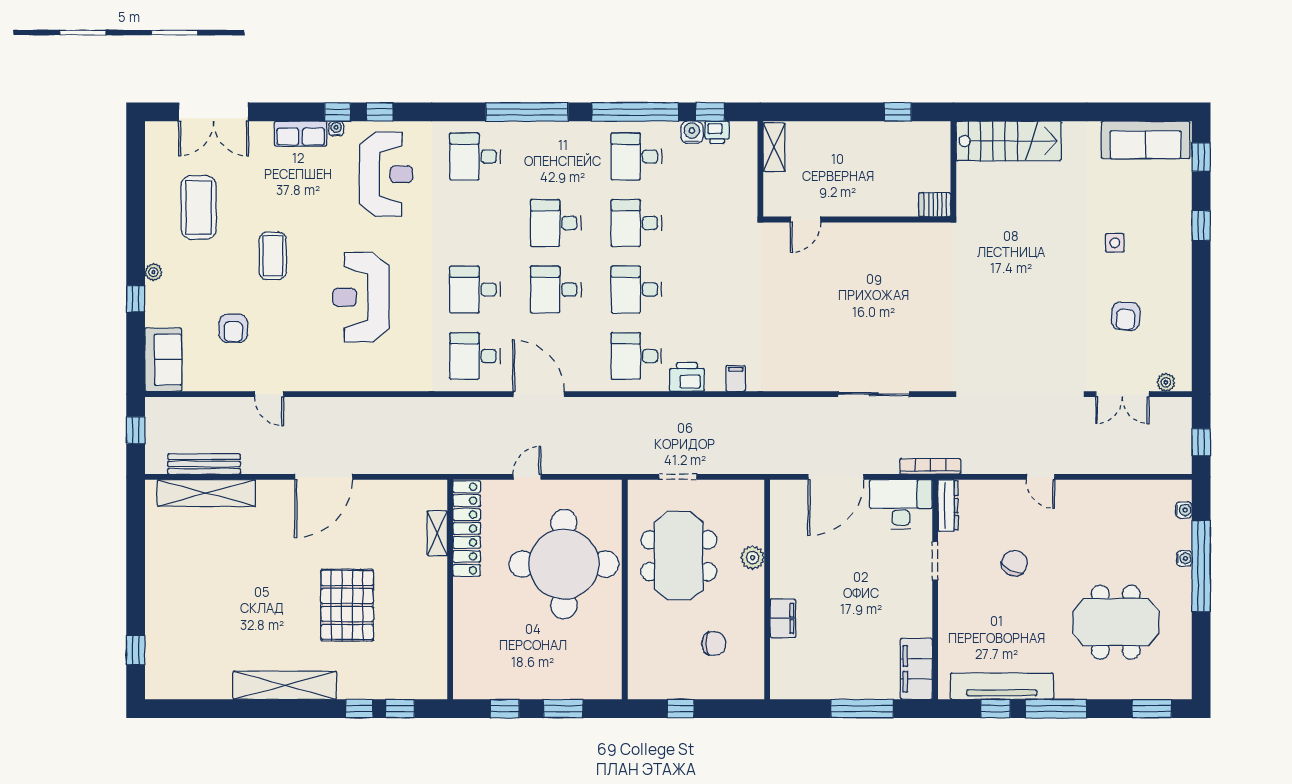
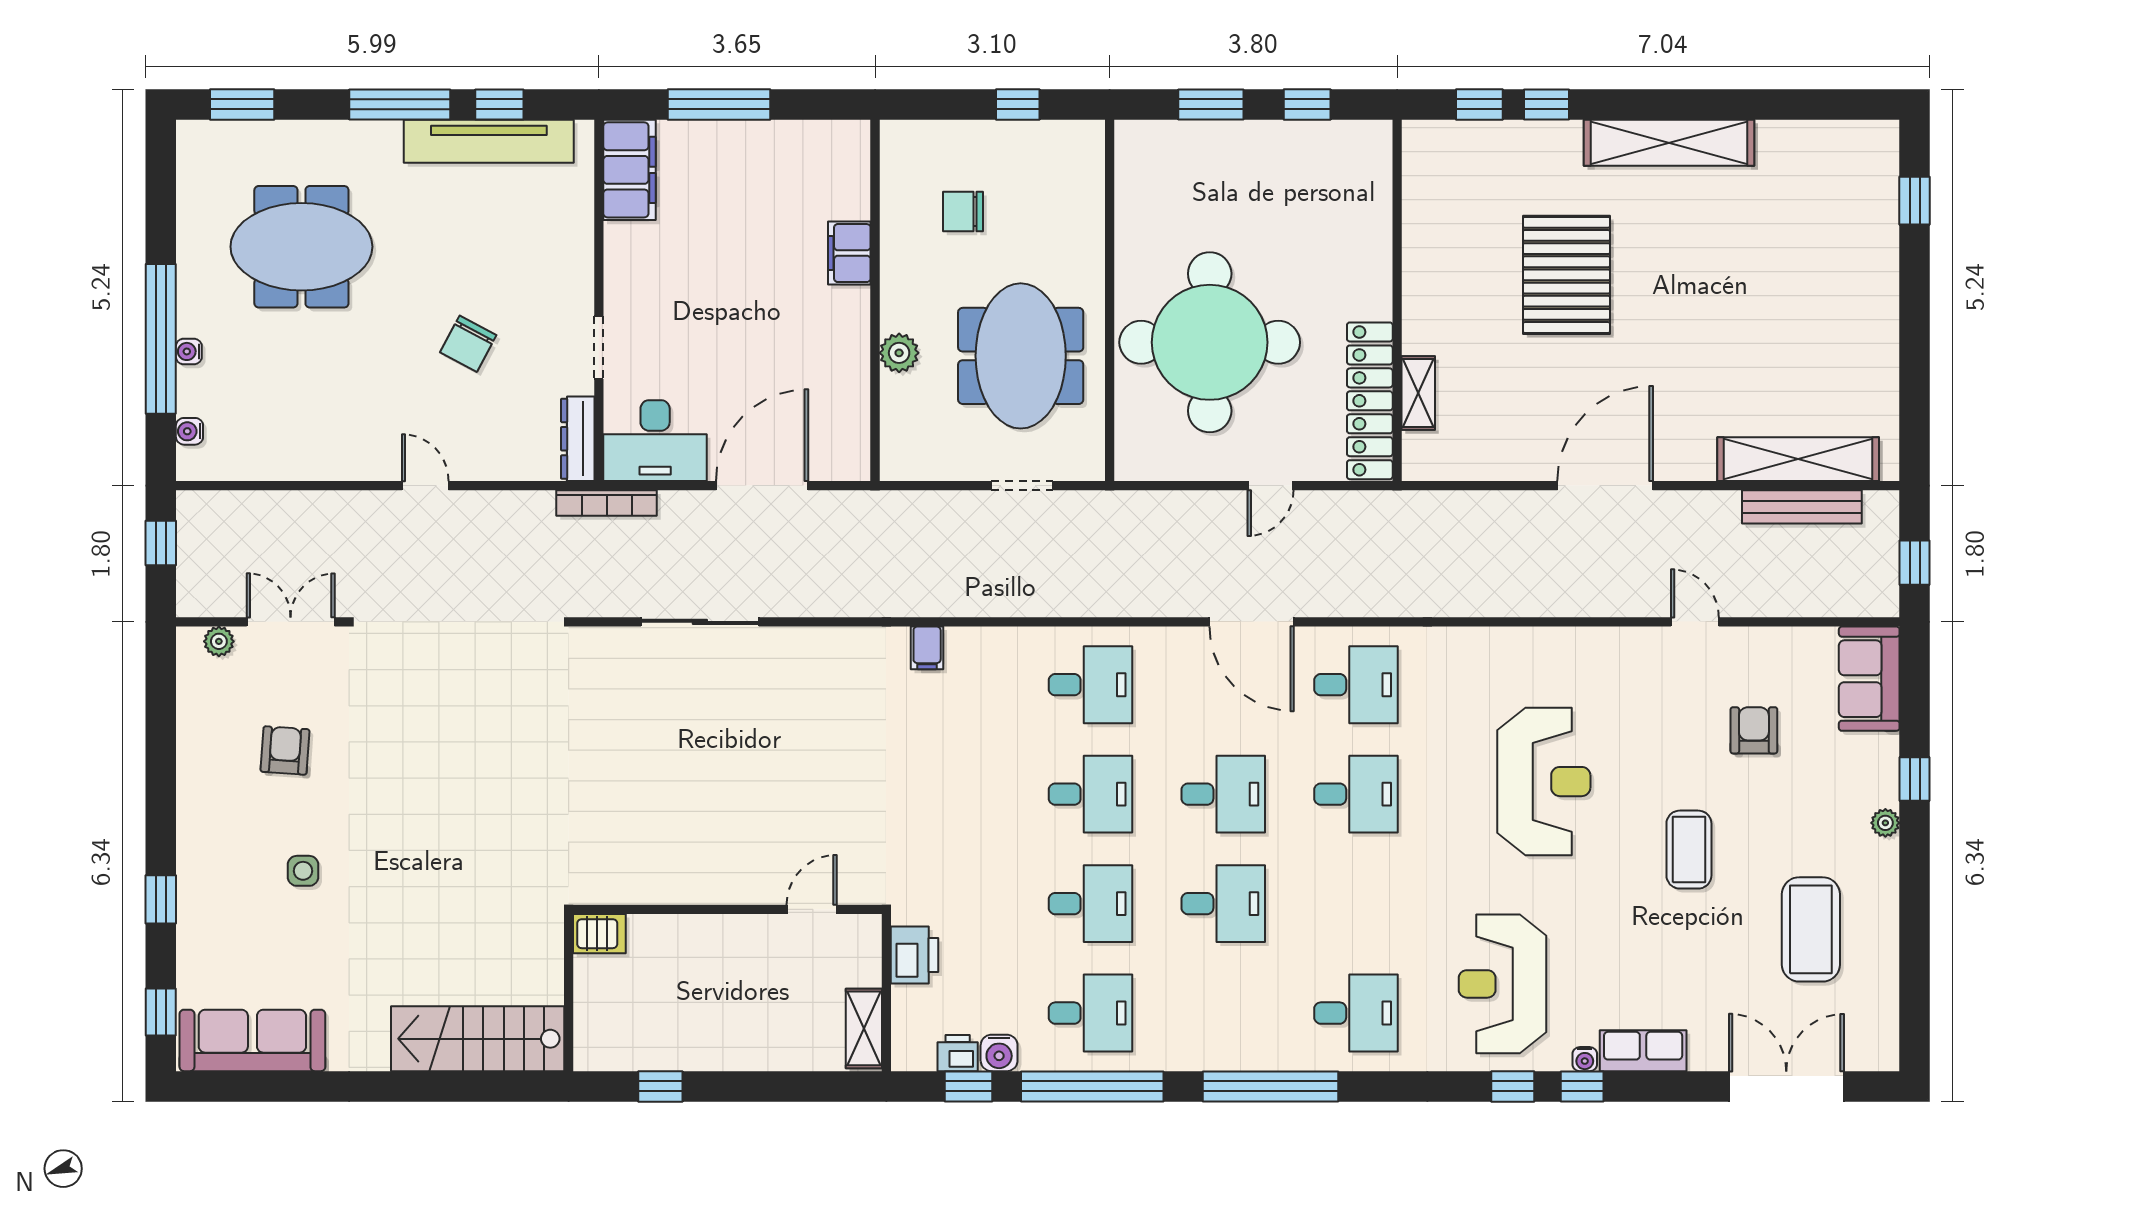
printer: (687, 377) -> (915, 955), moved, turned -90

